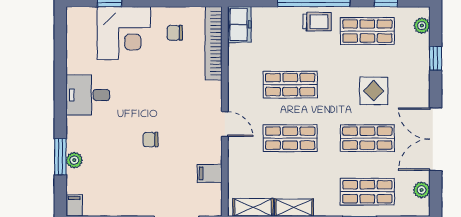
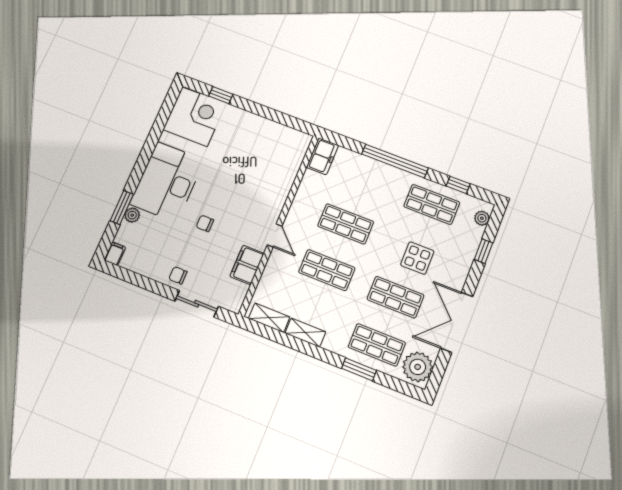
trolley: (317, 22) -> (391, 180), removed
corner desk: (124, 33) -> (195, 117), moved, turned -90
chair: (175, 33) -> (178, 275), moved
bookcase: (214, 43) -> (294, 163), removed
desk: (88, 95) -> (167, 182), width x1.87, depth x1.30
filing cabinet: (210, 173) -> (247, 265), width x2.00
plant: (422, 190) -> (418, 367), width x1.87, depth x1.87

